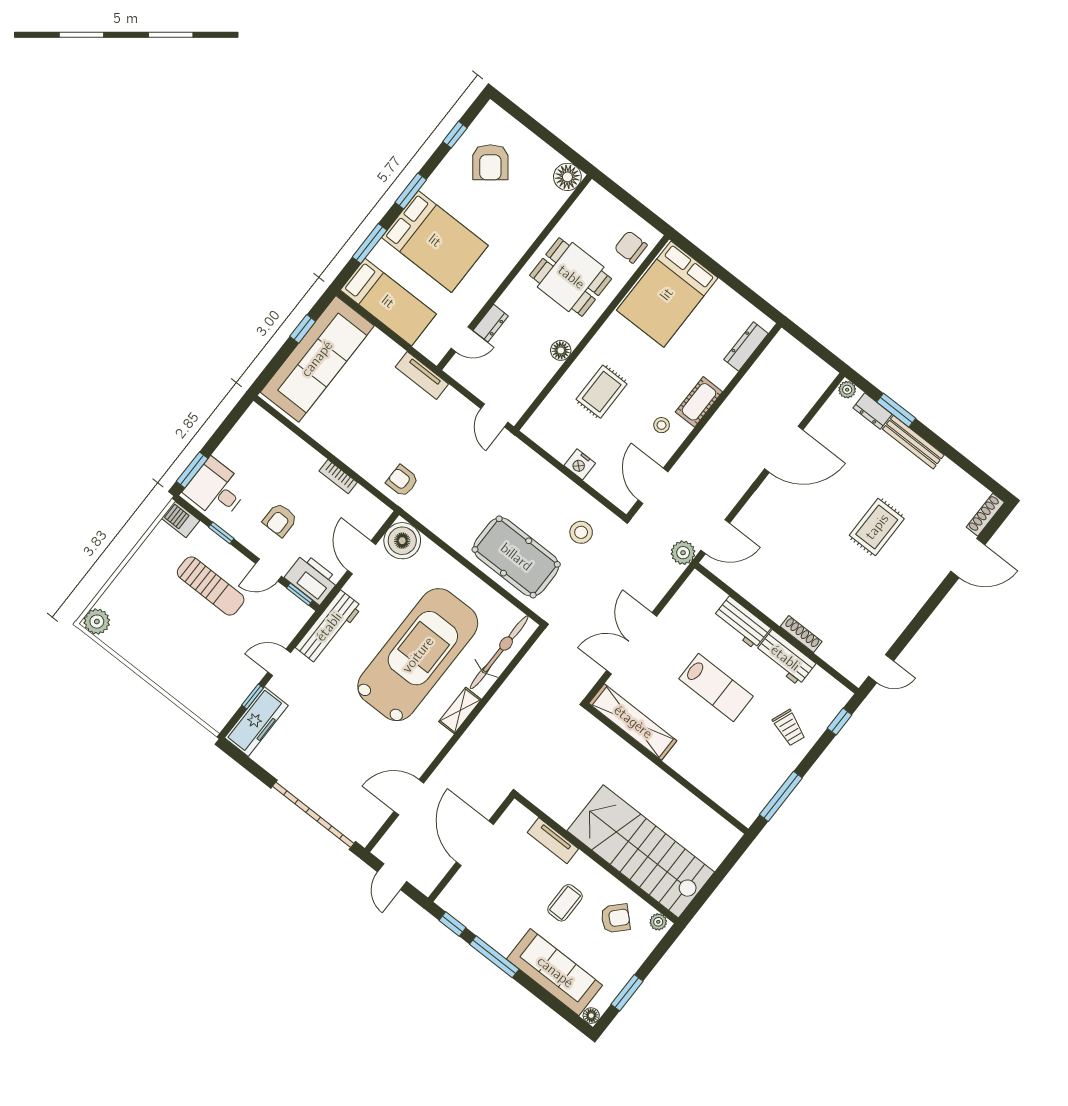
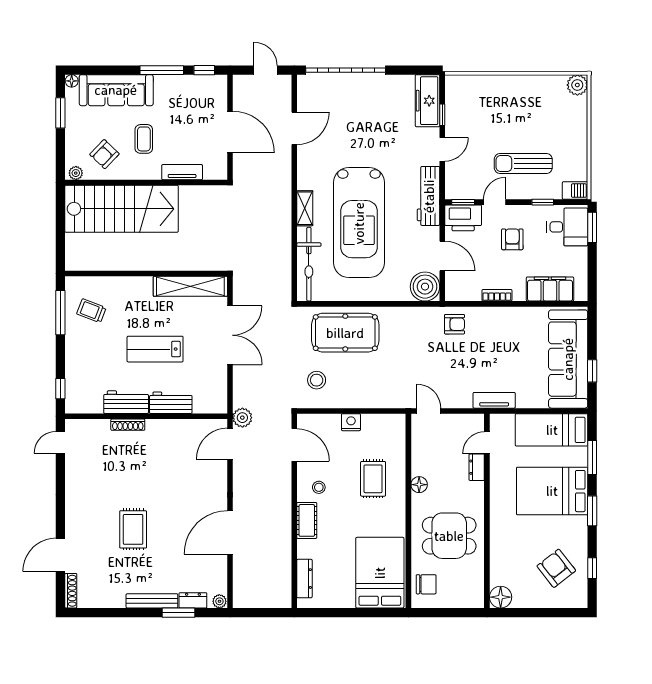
filing cabinet: (281, 442) -> (550, 289), added
trolley: (789, 728) -> (91, 311), moved

